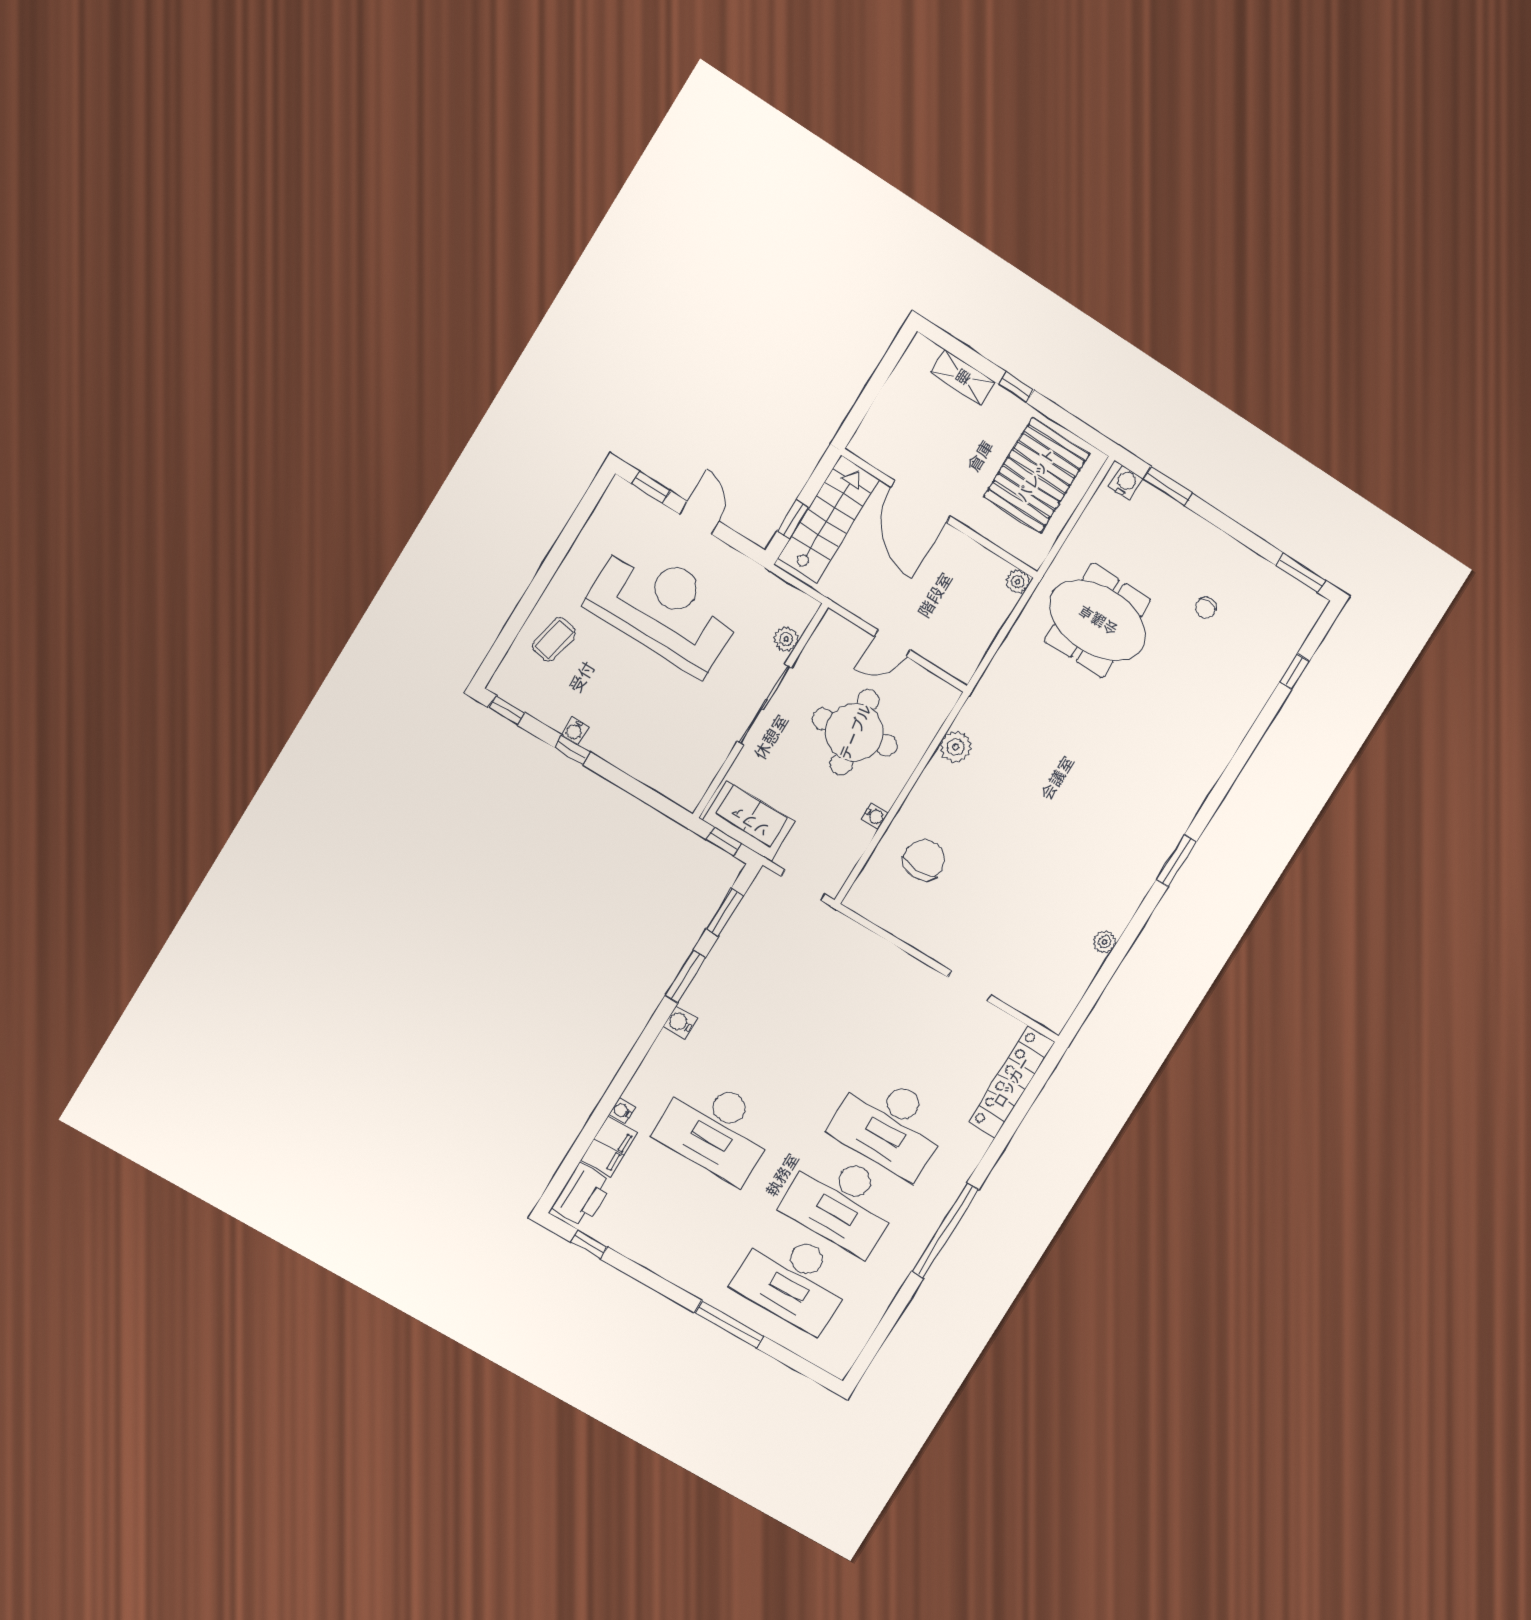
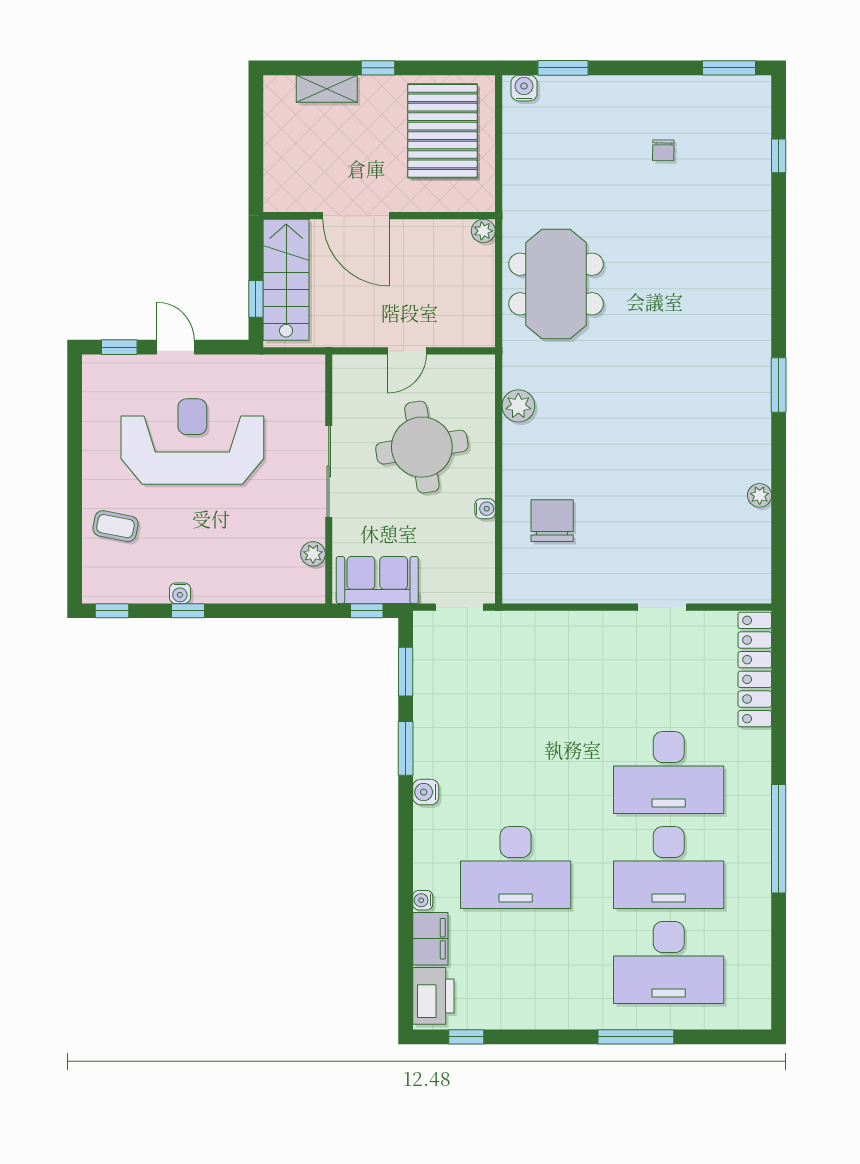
meeting table: (1098, 620) -> (556, 284), moved, turned 90
coffee table: (554, 639) -> (115, 526), turned 90
plant: (786, 639) -> (313, 554), moved

